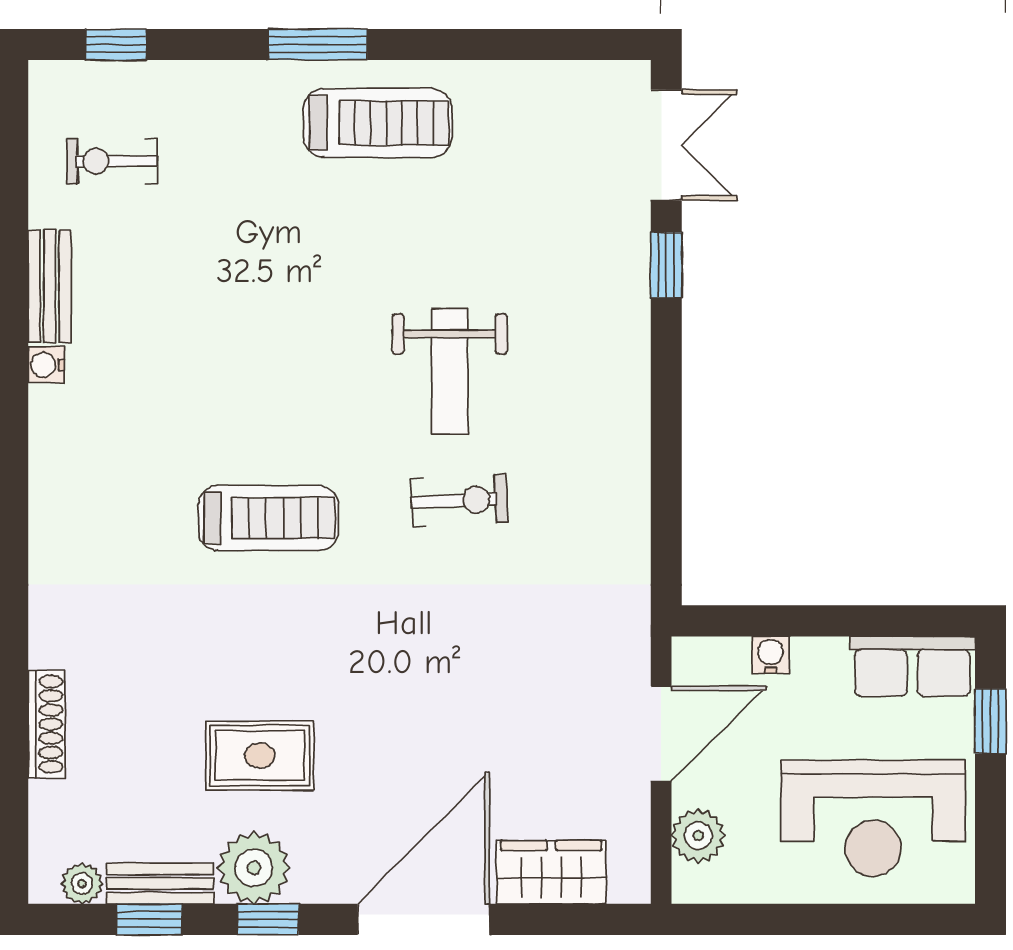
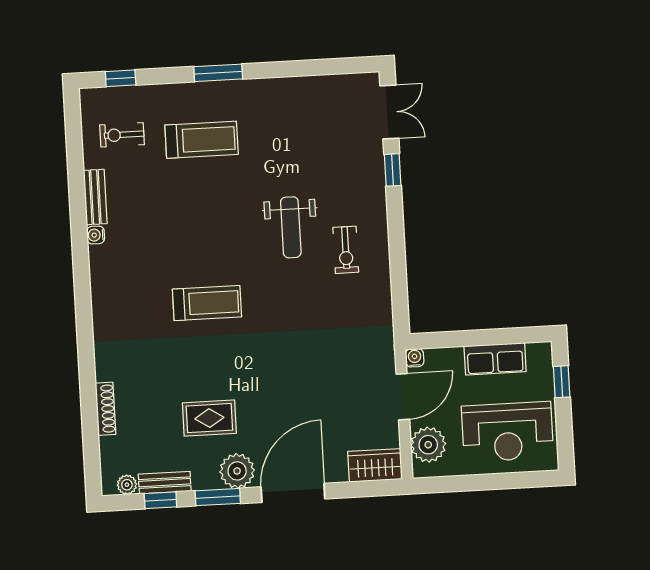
treadmill: (378, 123) -> (202, 140), moved
exercise bike: (459, 500) -> (346, 250), moved, turned 93
water cooler: (770, 655) -> (415, 358), moved
row of seats: (912, 666) -> (495, 359), moved
plant: (698, 836) -> (428, 445), width x1.36, depth x1.36
plant: (254, 868) -> (237, 471), moved
wardrobe: (551, 872) -> (375, 465), moved
window: (268, 919) -> (218, 497), width x1.50

